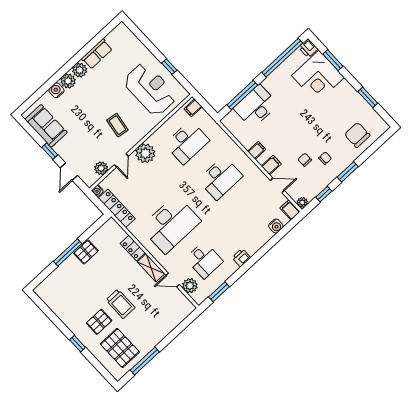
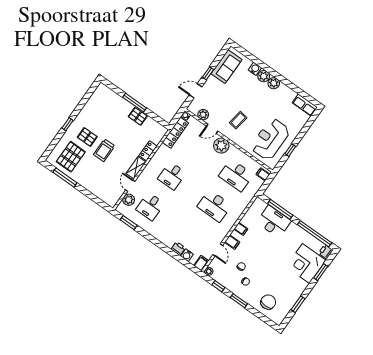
row of seats: (97, 54) -> (305, 105), moved
reception desk: (150, 89) -> (270, 139), turned 180
desk: (171, 224) -> (172, 176), width x0.53, depth x0.77
printer: (241, 258) -> (178, 249), moved

